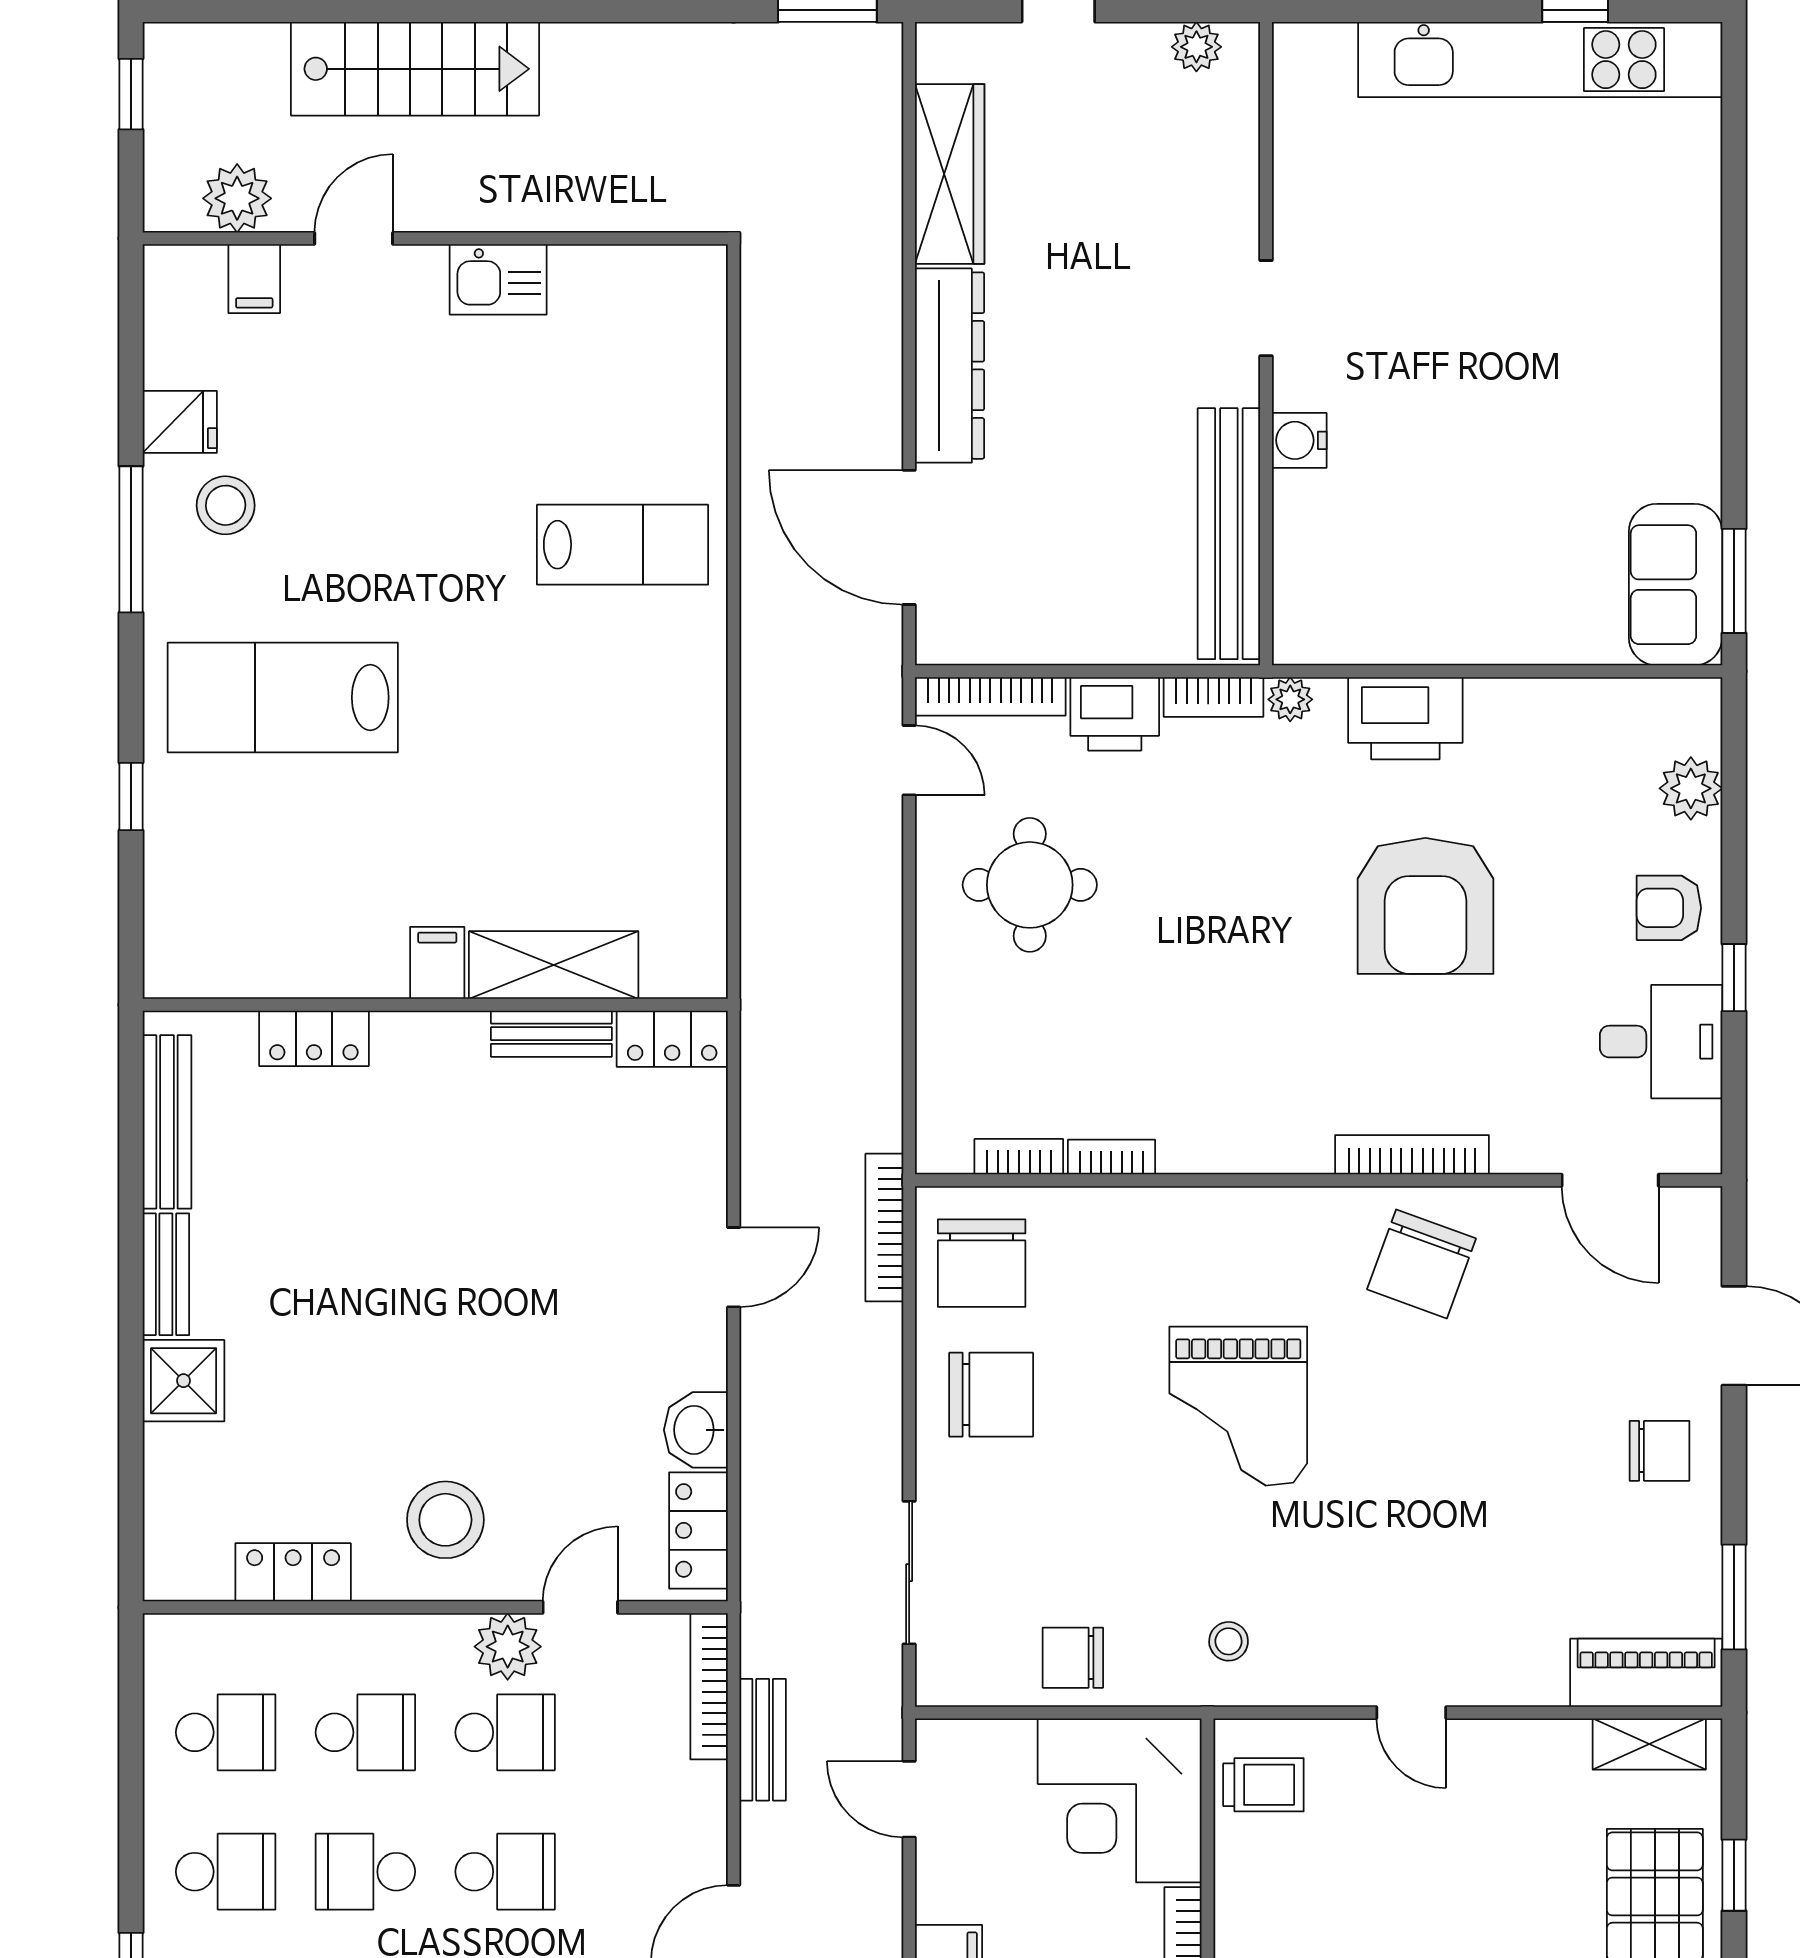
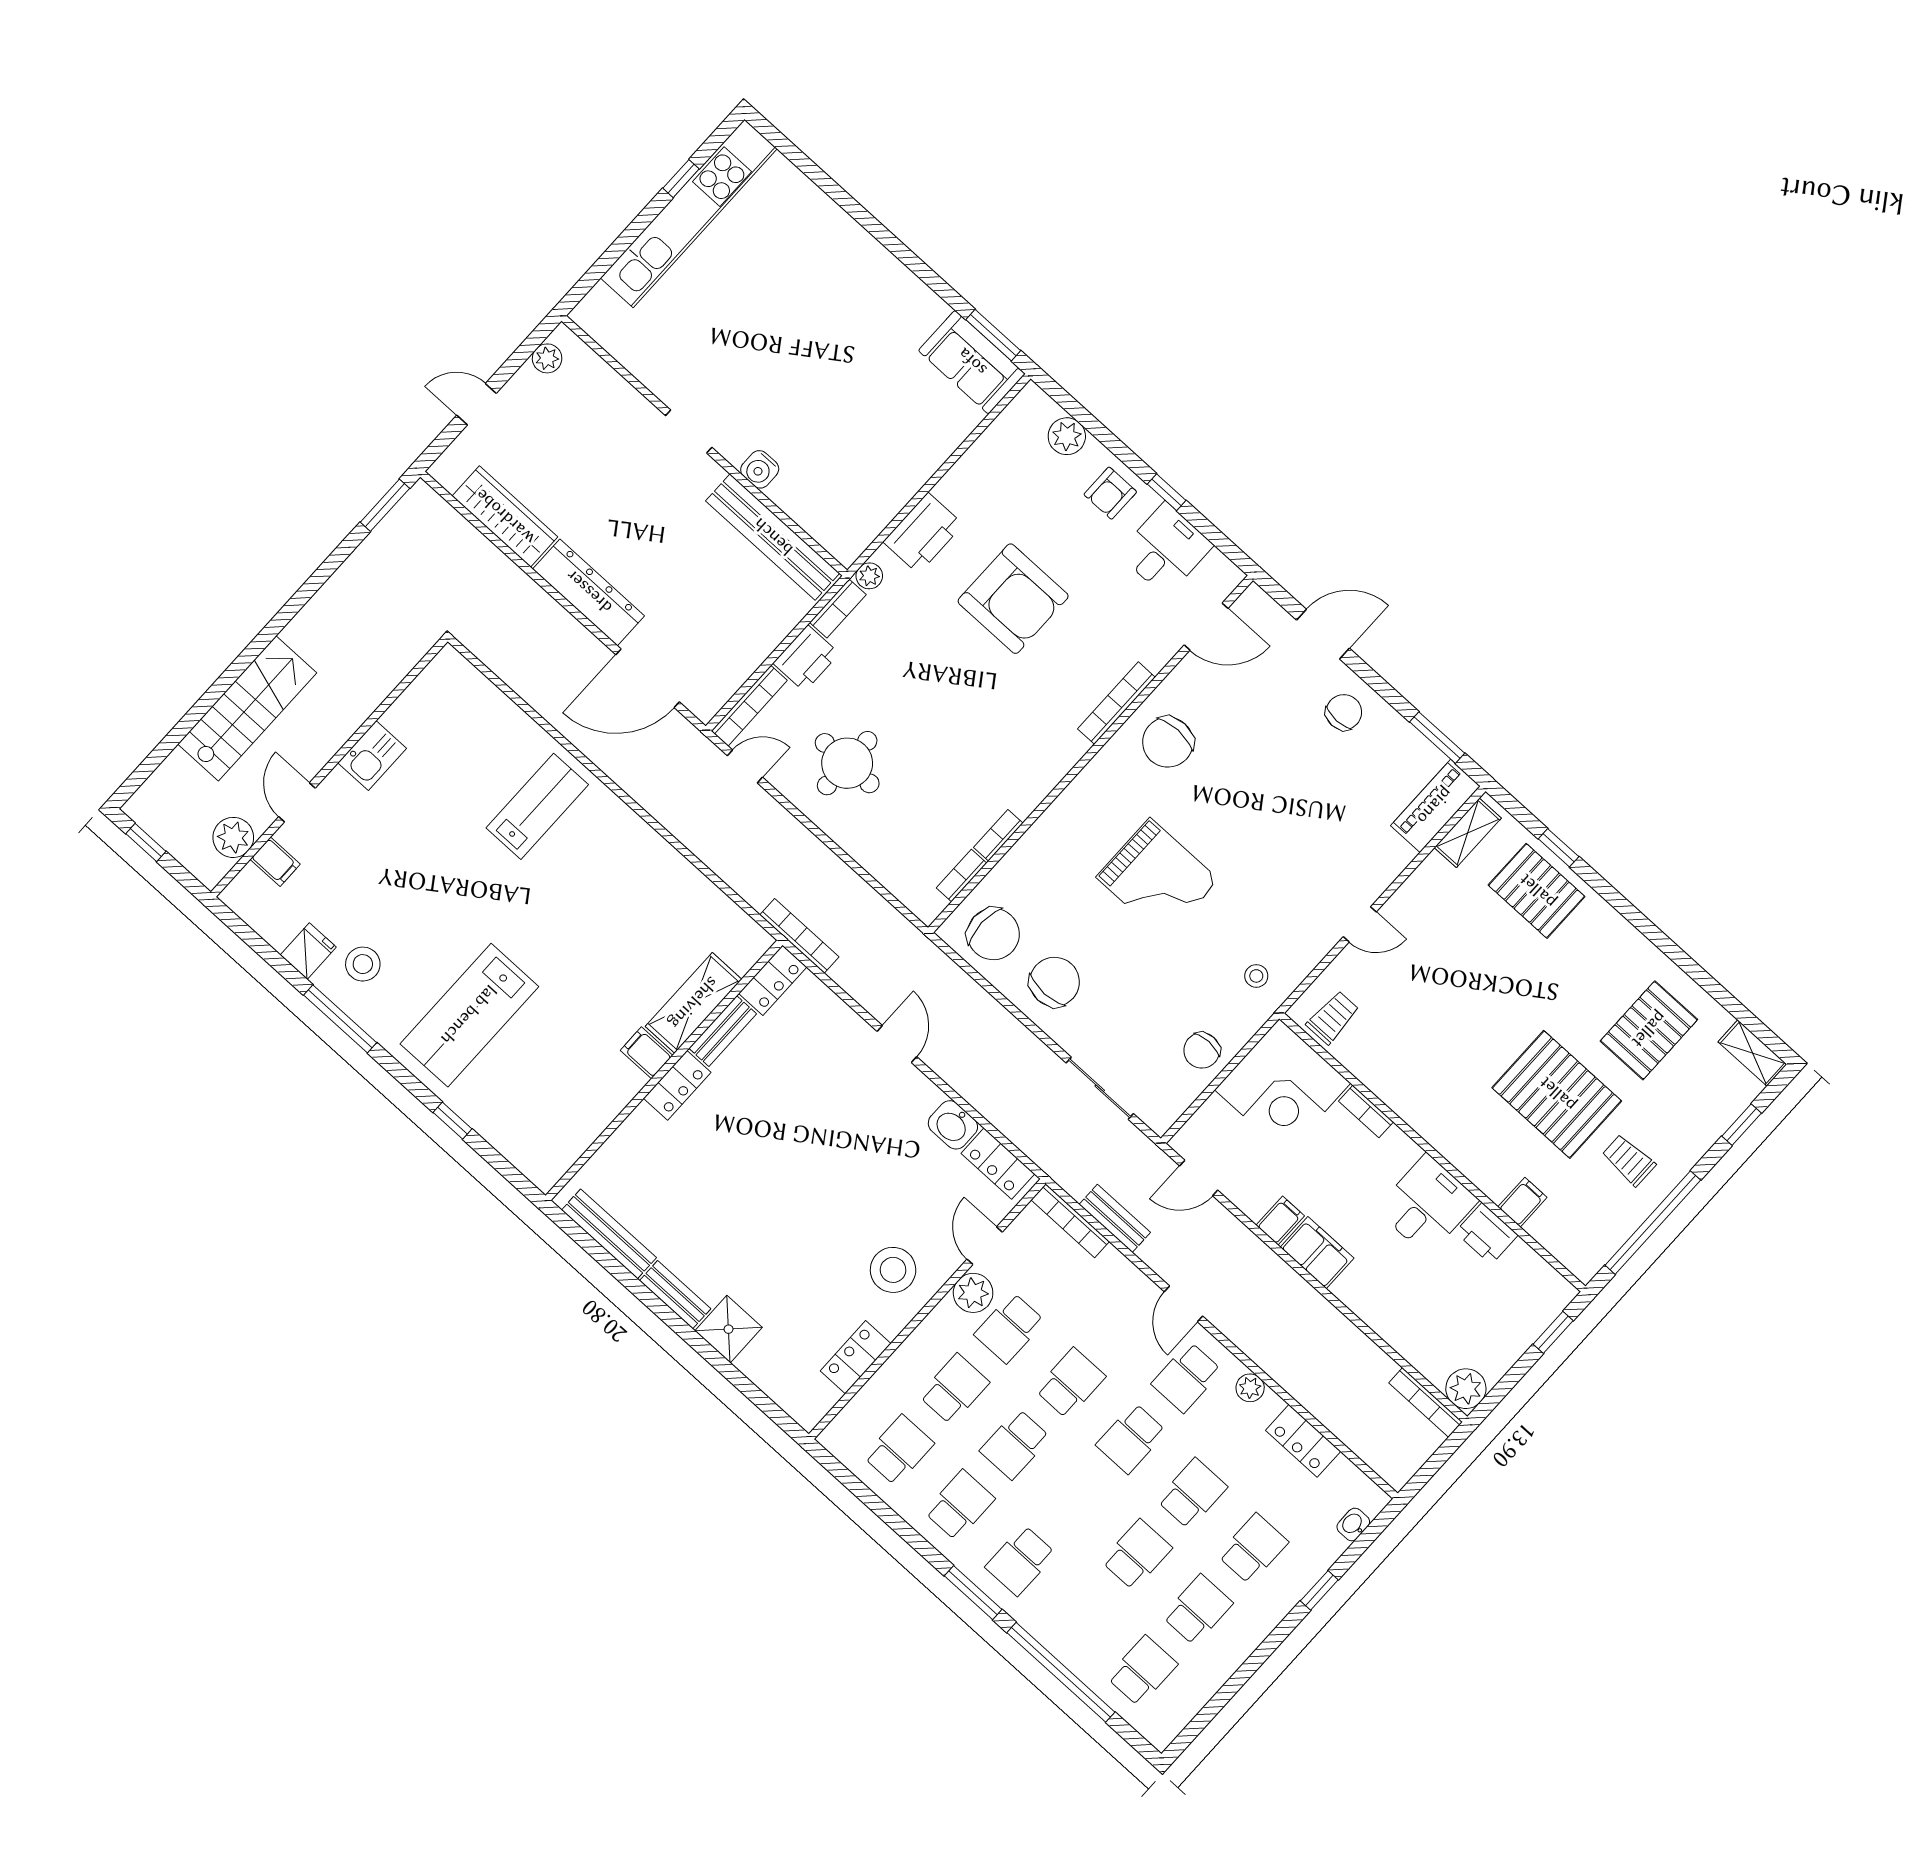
locker: (314, 1038) -> (677, 1085), moved
bookcase: (884, 1228) -> (799, 936), moved, turned 180
chair: (1422, 1264) -> (1168, 742), turned 70
school desk: (505, 1732) -> (1010, 1328), turned 180

